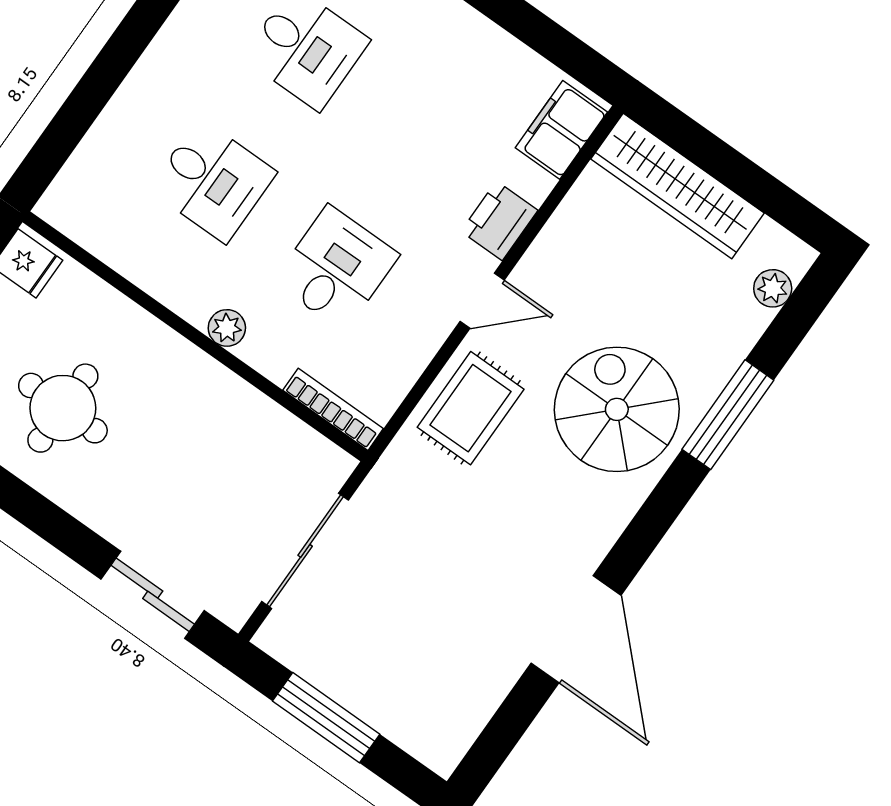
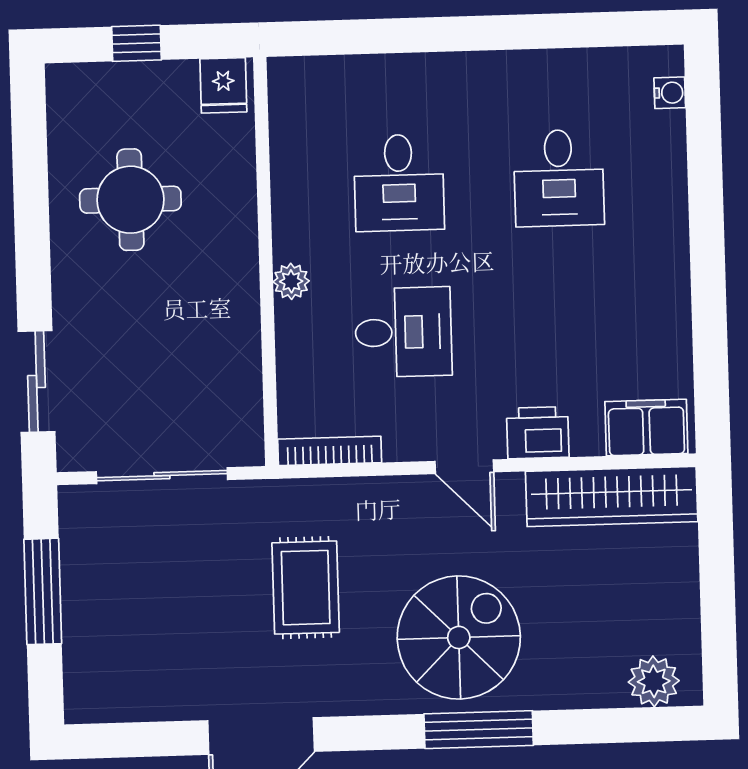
wardrobe: (677, 186) -> (612, 496), moved, turned -90
plant: (773, 288) -> (654, 681), width x1.38, depth x1.38
rug: (471, 408) -> (306, 588), moved, turned 90
bookcase: (333, 409) -> (330, 451), moved, turned -90
window: (728, 415) -> (479, 730), moved

